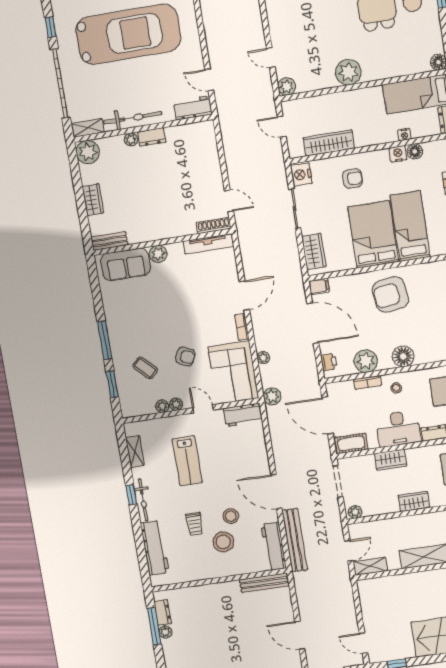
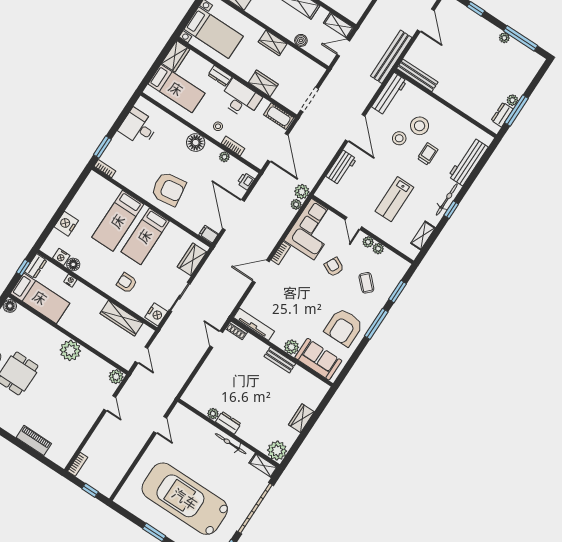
workbench: (193, 108) -> (186, 417), removed
bicycle: (133, 118) -> (231, 444), width x0.73, depth x0.71
plant: (131, 140) -> (213, 414), moved
nightstand: (398, 154) -> (61, 257), moved
shoe rack: (214, 226) -> (237, 330), width x0.70
bed: (373, 234) -> (145, 236), width x0.67
bench: (109, 241) -> (280, 360), moved
armchair: (129, 312) -> (344, 327), added
plant: (263, 358) -> (296, 204), moved
plant: (366, 361) -> (224, 157), width x0.53, depth x0.53
workbench: (243, 415) -> (341, 168), moved, turned 90
lab bench: (187, 461) -> (394, 199), turned 180
plant: (355, 512) -> (316, 70), removed
boiler: (391, 525) -> (301, 40), added
bench: (295, 540) -> (391, 57), moved

